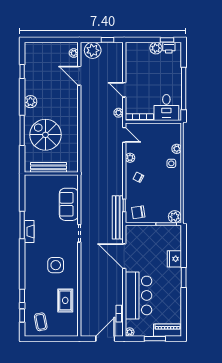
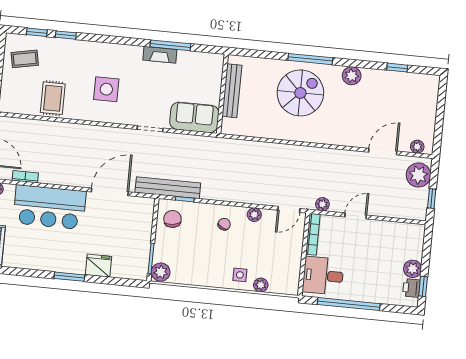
bench: (48, 167) -> (232, 91), moved
wall: (51, 173) -> (222, 94), moved
rug: (65, 300) -> (53, 98), turned 90

